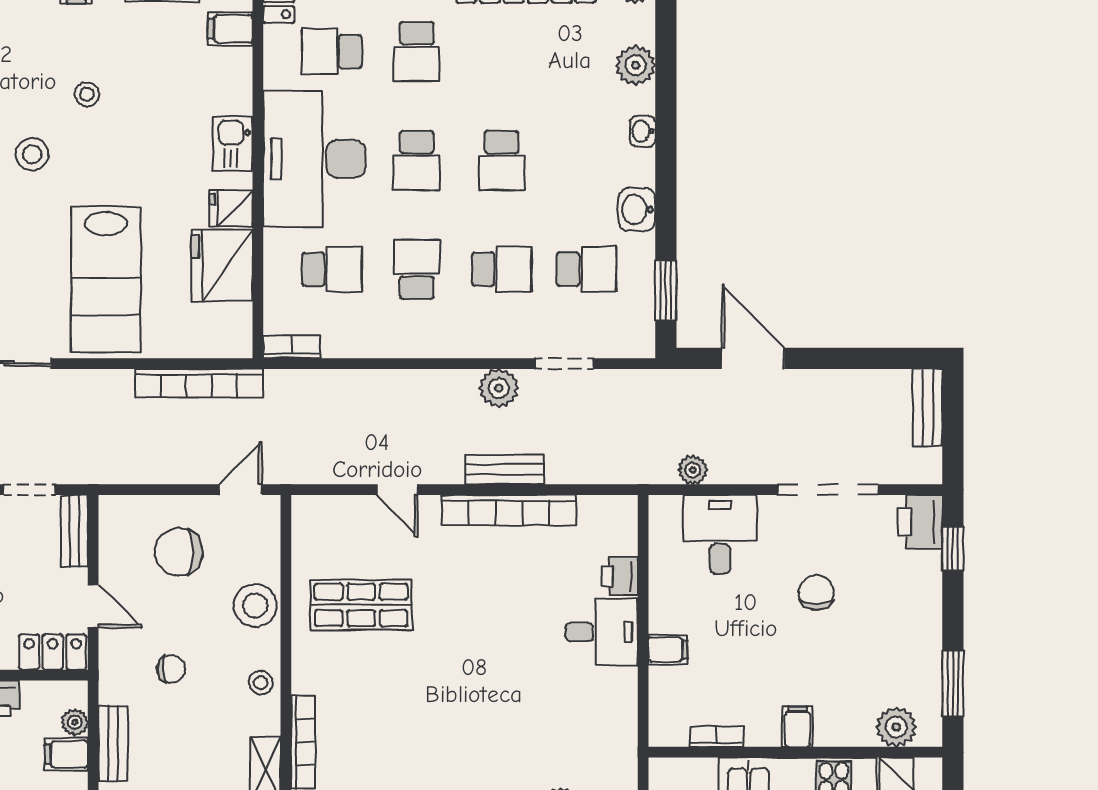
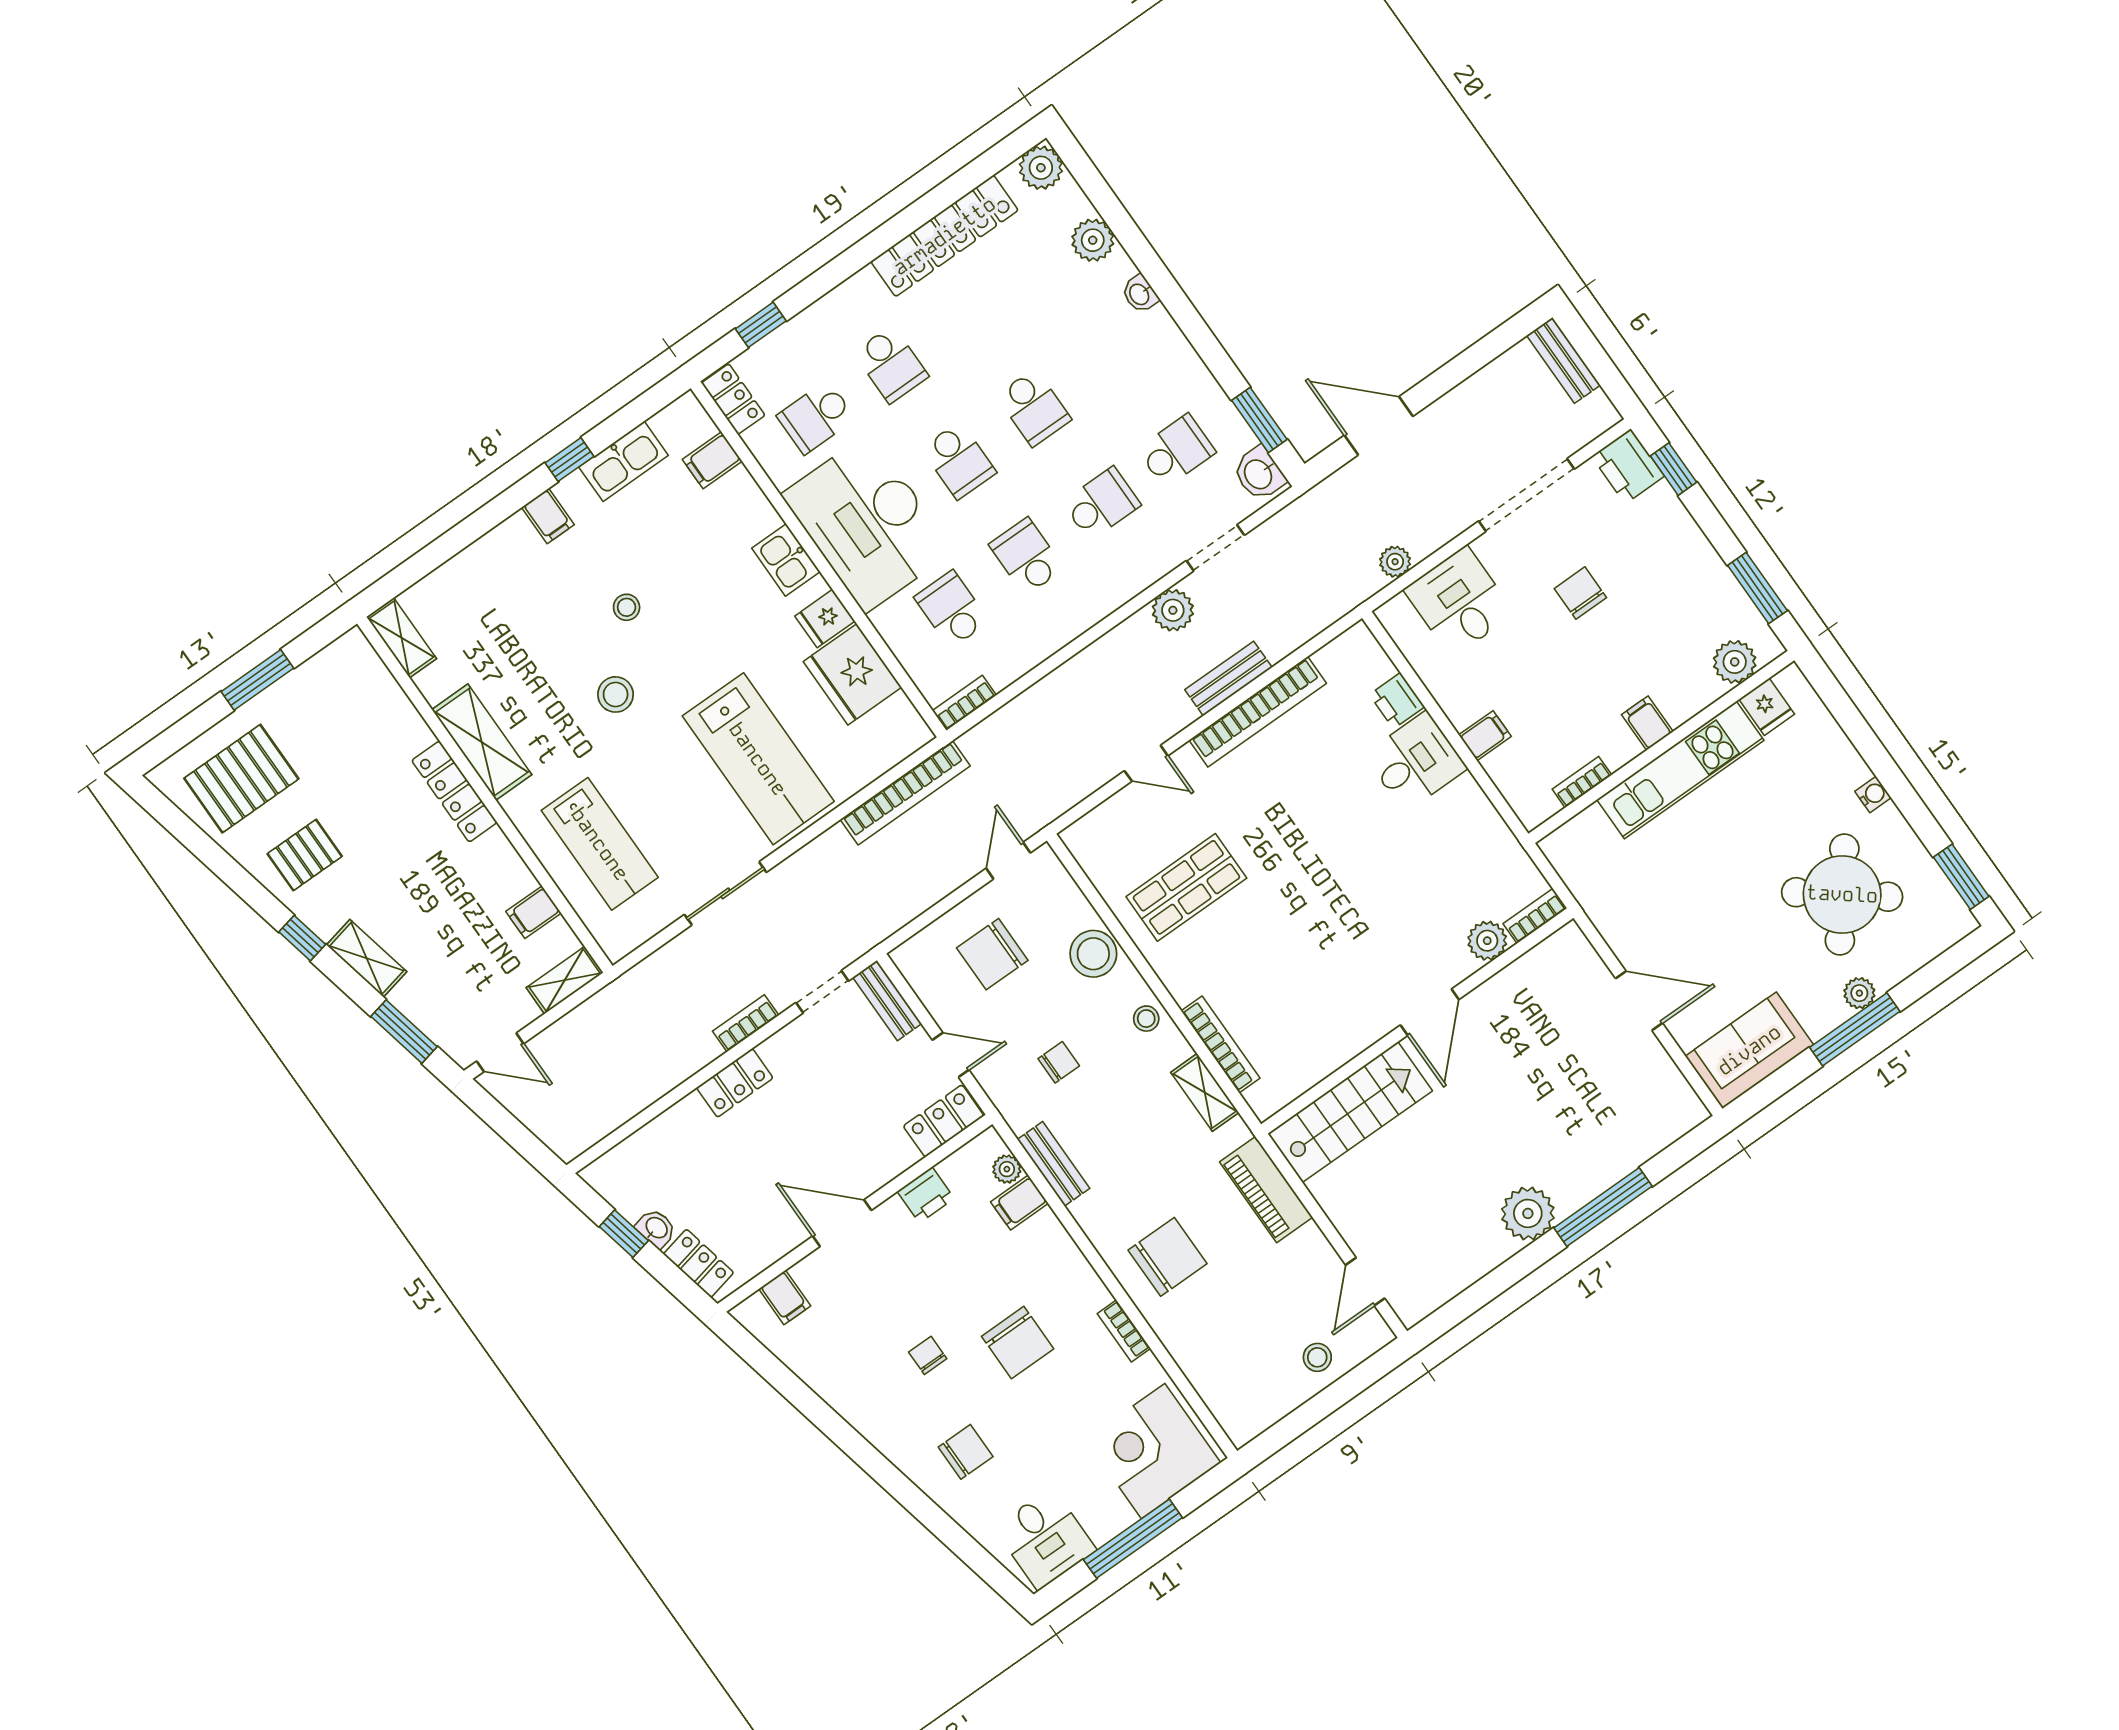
washbasin: (637, 209) -> (1259, 474), moved
school desk: (332, 269) -> (952, 609), turned -90

